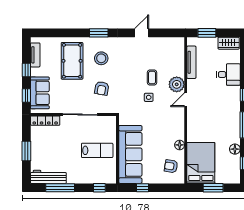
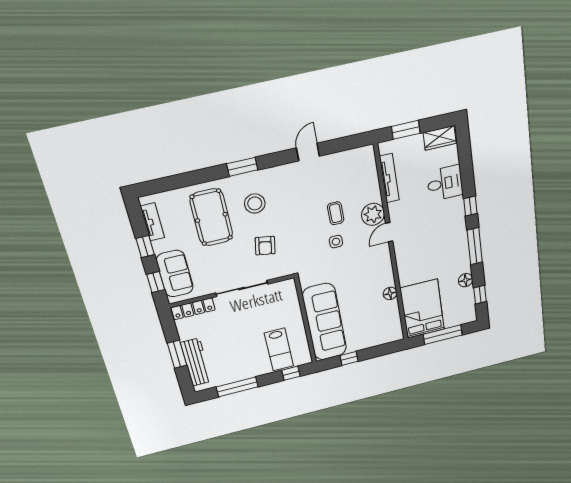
lab bench: (97, 150) -> (279, 350), moved, turned 90
armchair: (171, 166) -> (383, 323), removed
workbench: (48, 177) -> (196, 362), moved, turned 90
window: (213, 188) -> (443, 335), width x1.44

